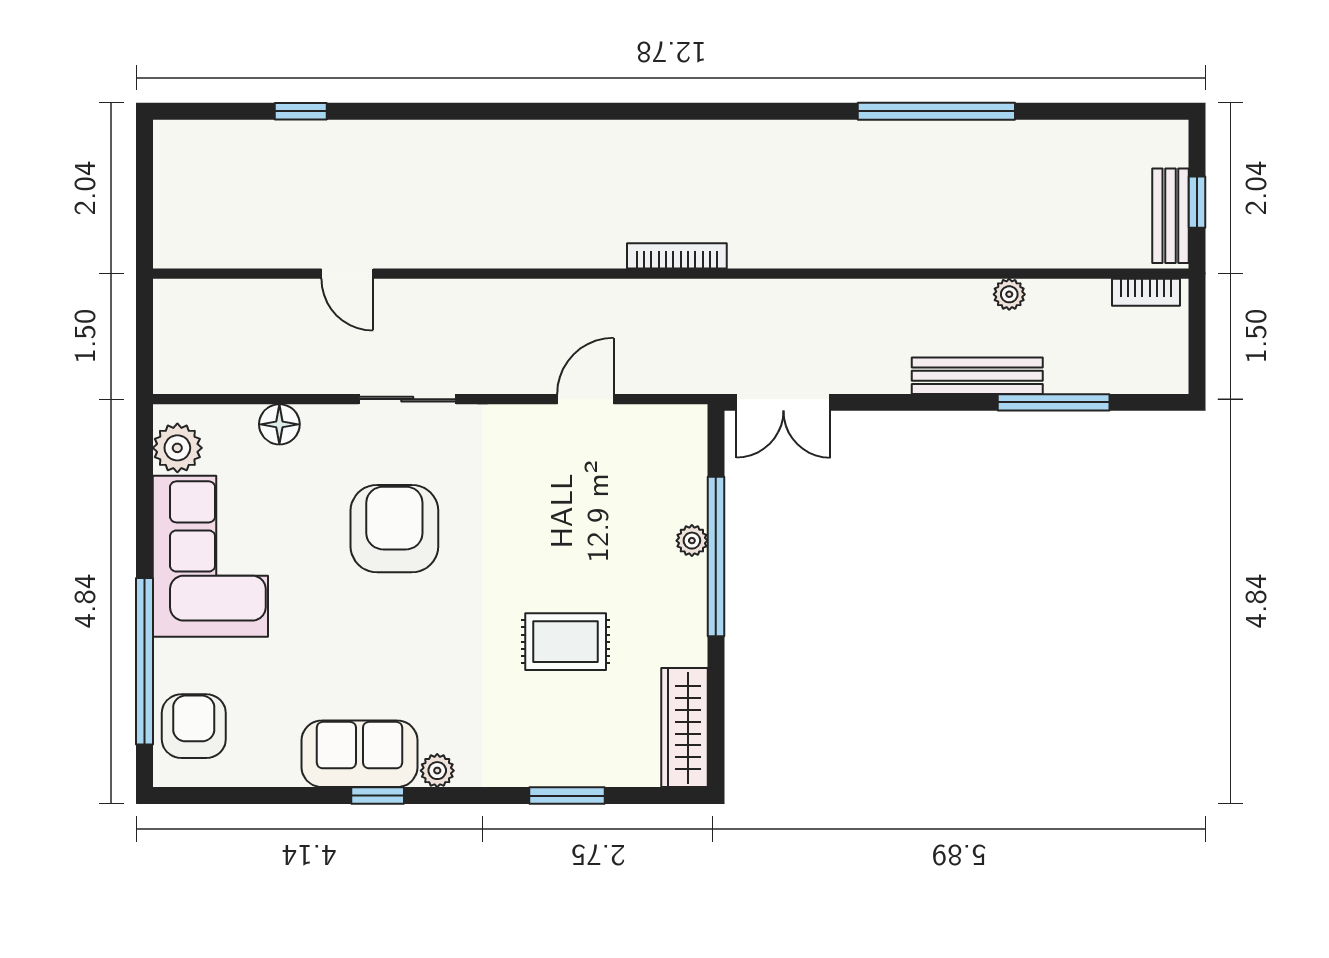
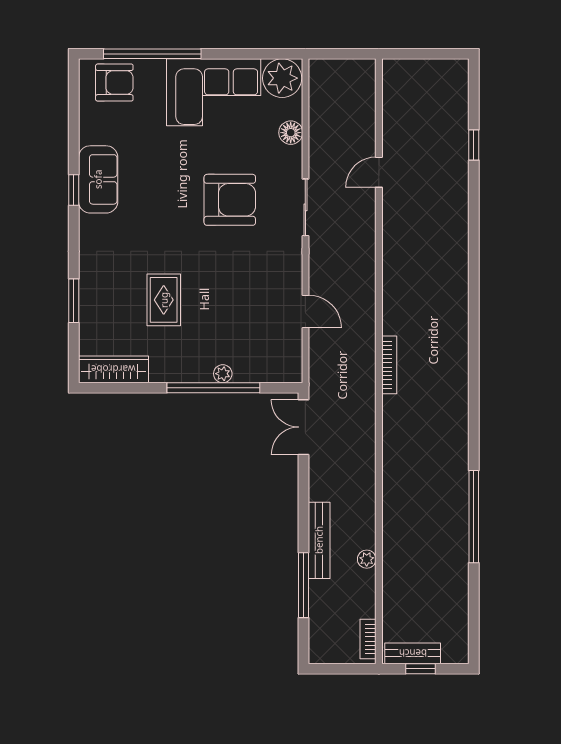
plant: (177, 448) -> (282, 78), width x1.36, depth x1.36
plant: (437, 771) -> (88, 225), removed

